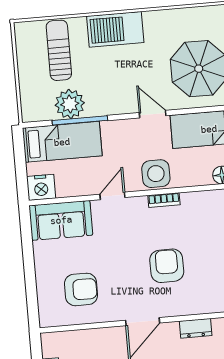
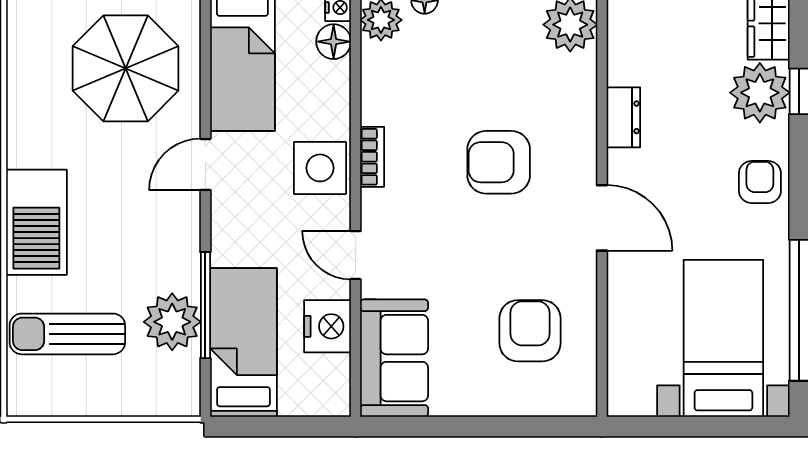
nightstand: (41, 187) -> (327, 326), moved

